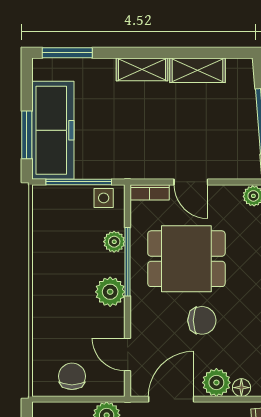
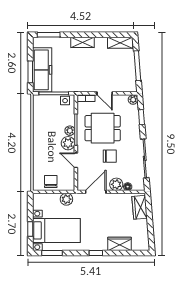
shelving: (197, 70) -> (120, 43), moved
plant: (114, 242) -> (70, 131), moved
door: (128, 355) -> (76, 160), moved

